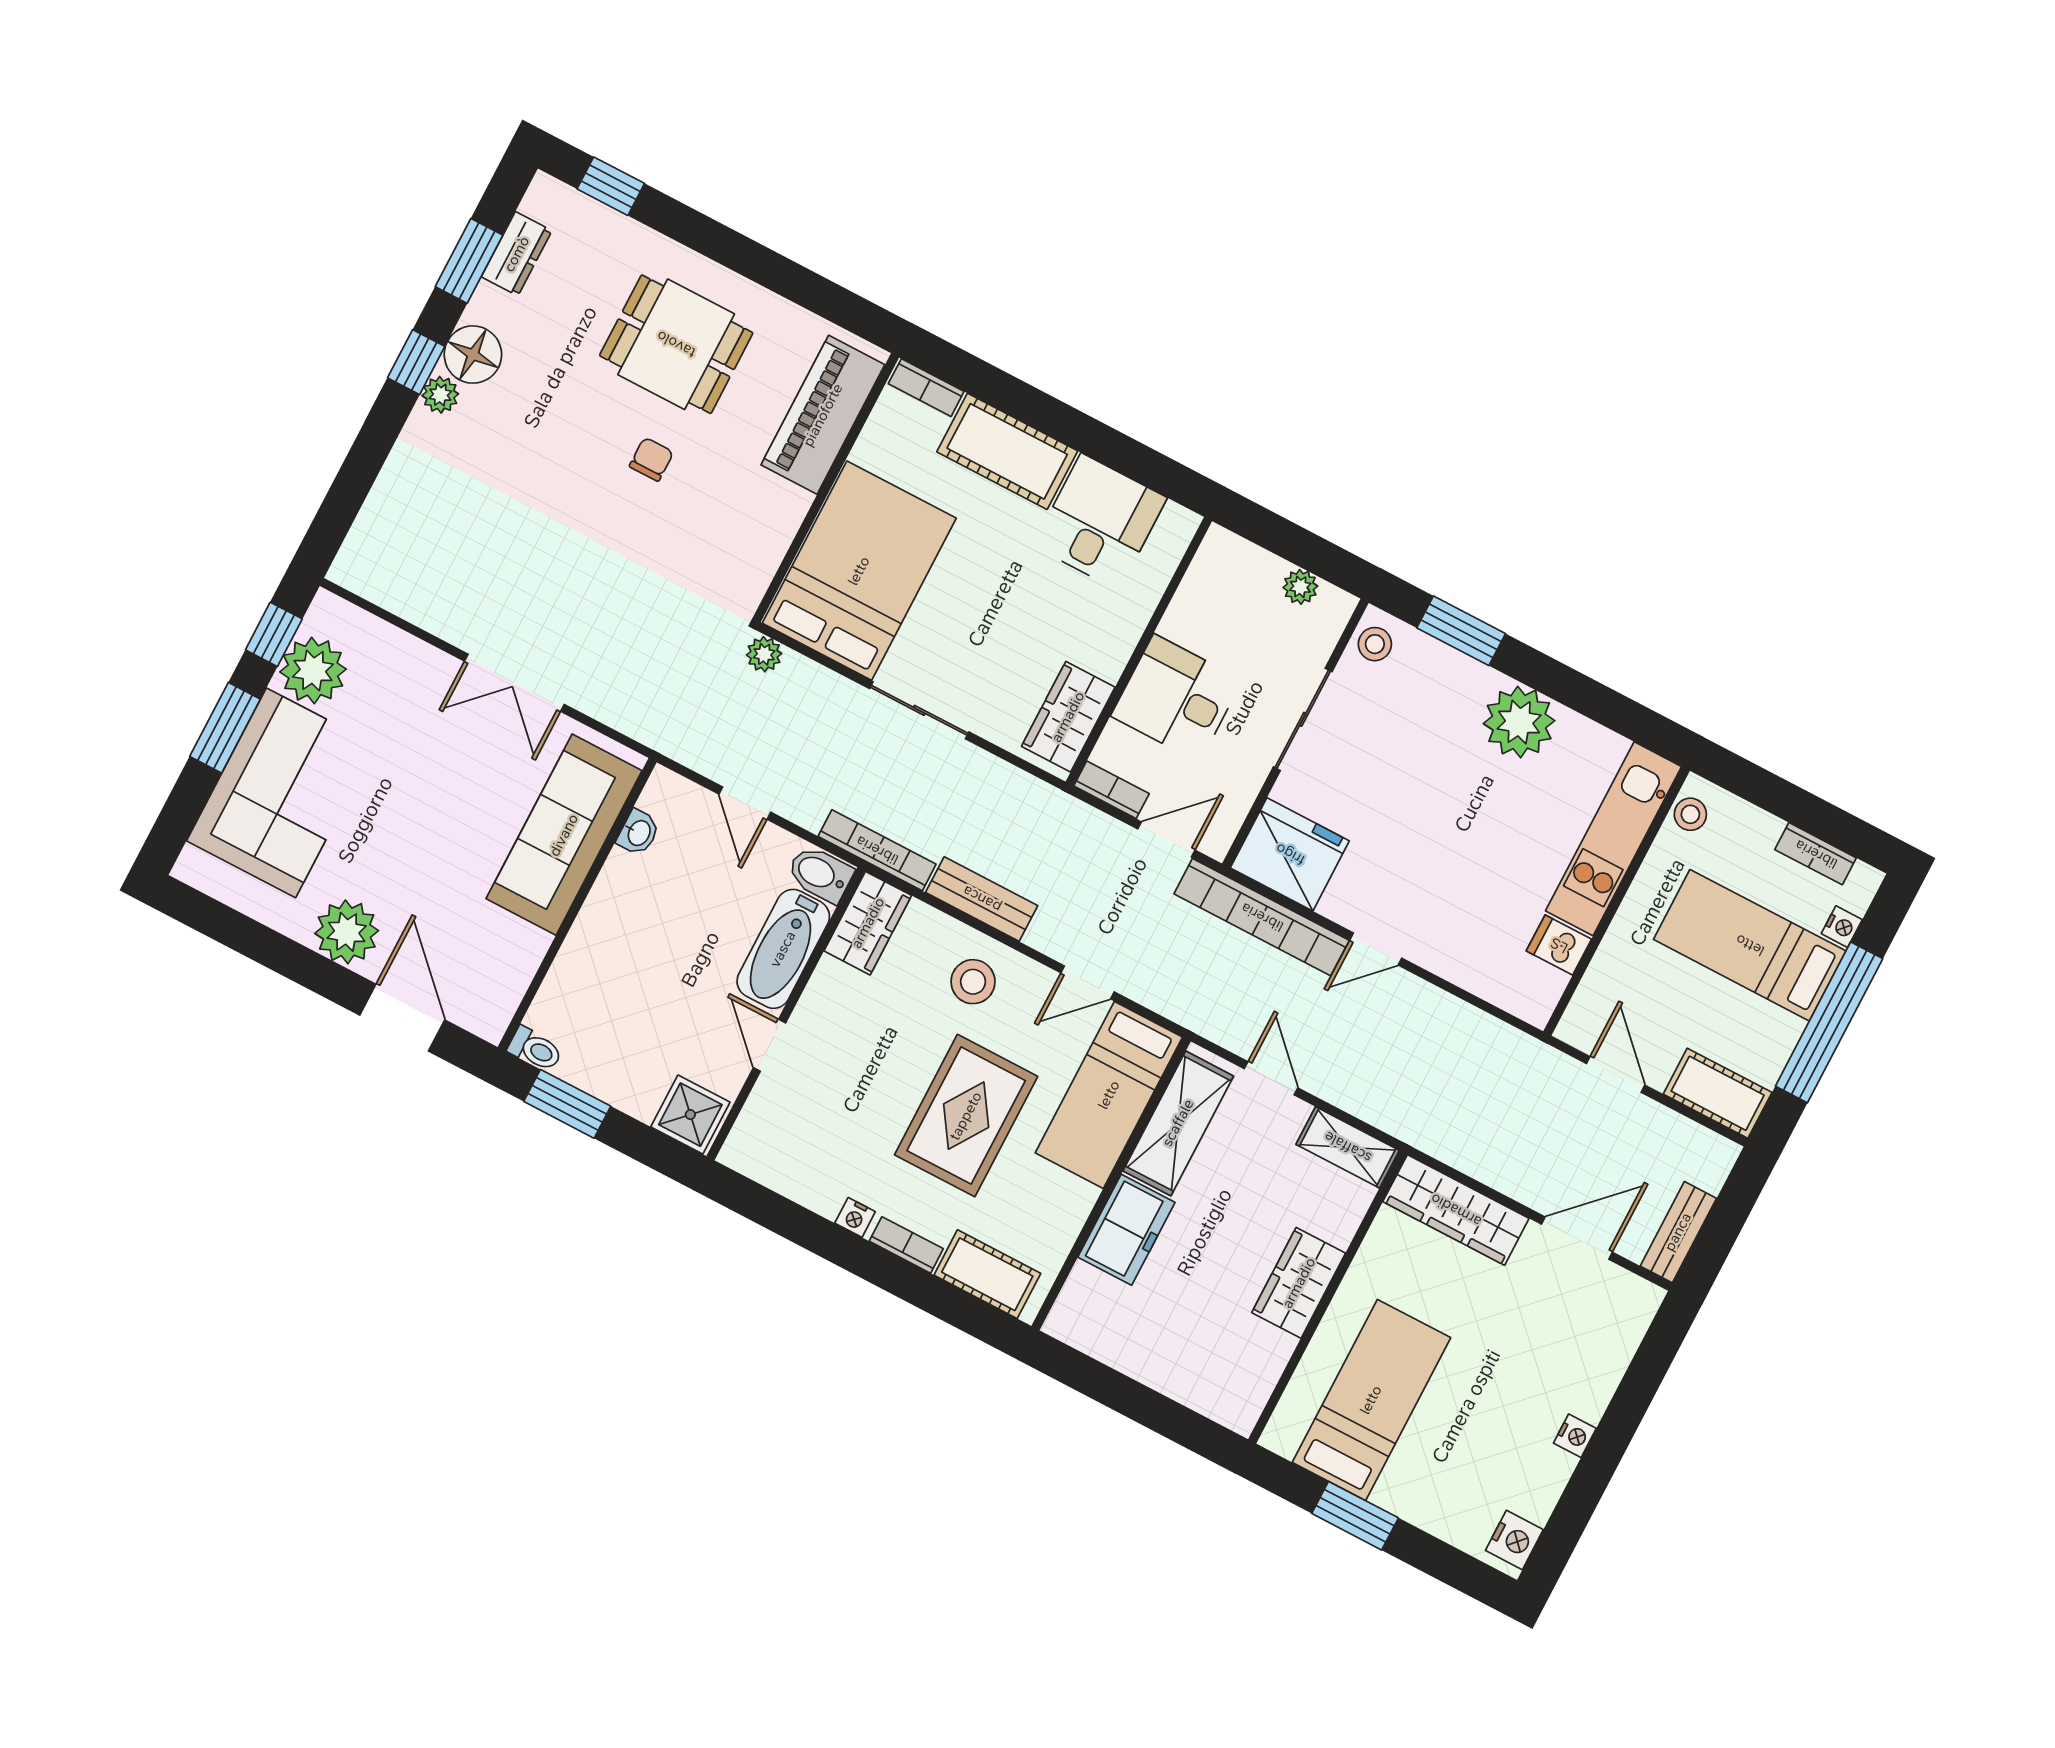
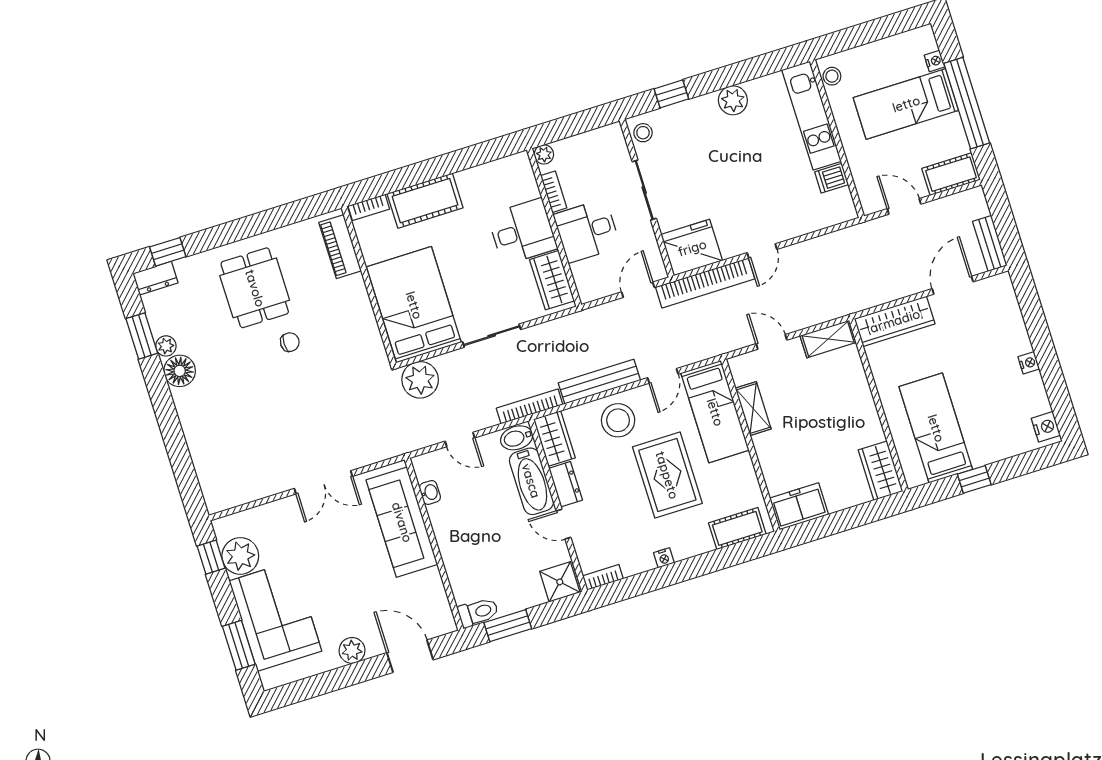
dresser: (517, 254) -> (155, 278), moved, turned 90
dining table: (676, 344) -> (255, 288), turned 90
window: (416, 362) -> (161, 396), removed
plant: (440, 395) -> (166, 346), moved
piano: (823, 415) -> (340, 247), width x0.73, depth x0.75
chair: (651, 459) -> (290, 342), turned 90
desk: (1100, 522) -> (522, 232), moved, turned 90
plant: (1300, 587) -> (544, 154), moved
window: (1461, 631) -> (671, 94), width x0.67
plant: (764, 654) -> (420, 380), width x1.88, depth x1.88
plant: (1519, 722) -> (733, 100), width x0.73, depth x0.73
window: (225, 728) -> (239, 645), moved
bookcase: (1111, 790) -> (554, 192), moved, turned 90
bookcase: (1816, 854) -> (896, 43), removed
bench: (982, 899) -> (599, 382), width x1.36
plant: (347, 932) -> (352, 650), width x0.73, depth x0.73
stool: (973, 982) -> (618, 420), width x1.38, depth x1.38
dresser: (823, 996) -> (566, 484), added
toilet: (535, 1049) -> (478, 612), width x1.37, depth x1.39
shelving: (1178, 1123) -> (753, 409), width x0.67, depth x0.75
freezer: (1126, 1230) -> (799, 506), moved, turned -90
bookcase: (906, 1245) -> (603, 577), moved
wardrobe: (1299, 1283) -> (881, 471), moved
window: (1355, 1516) -> (974, 479), width x0.67

